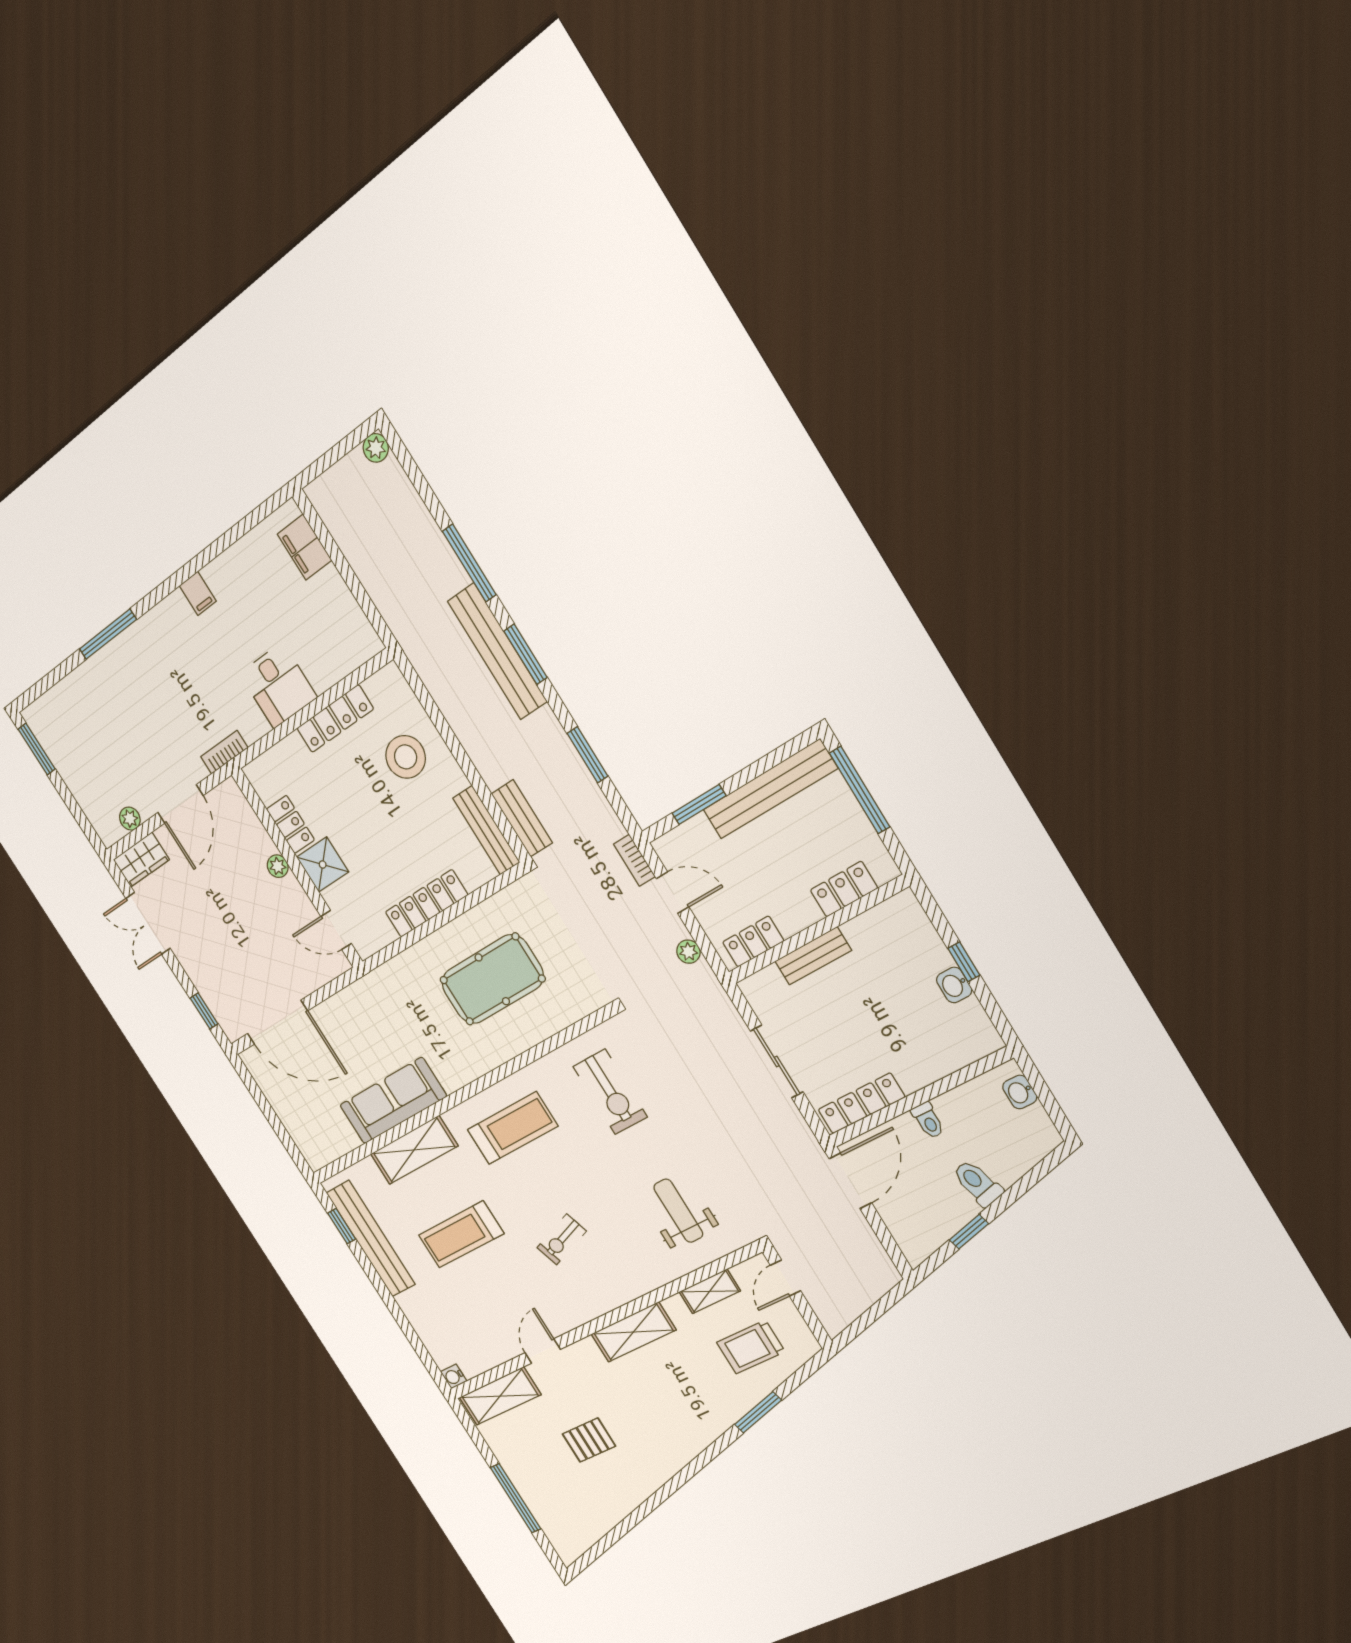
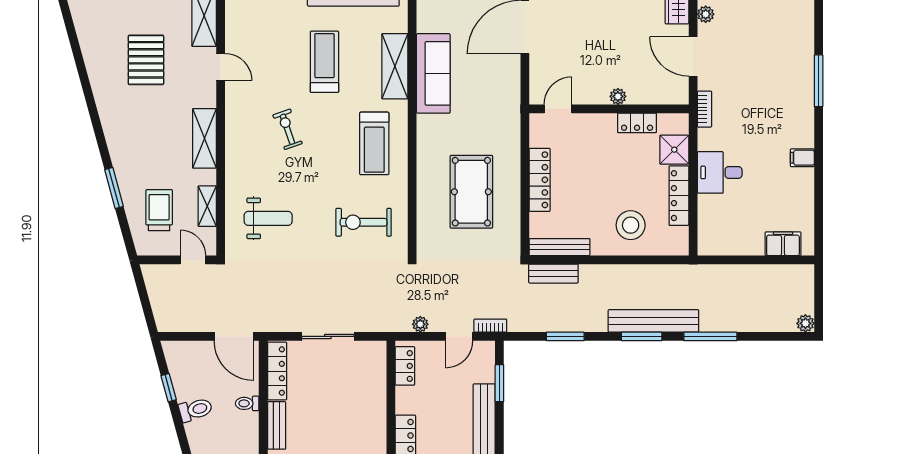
shower: (323, 864) -> (674, 150), moved
bench: (813, 956) -> (277, 425), moved
pallet: (589, 1440) -> (146, 60), width x1.50, depth x1.42

